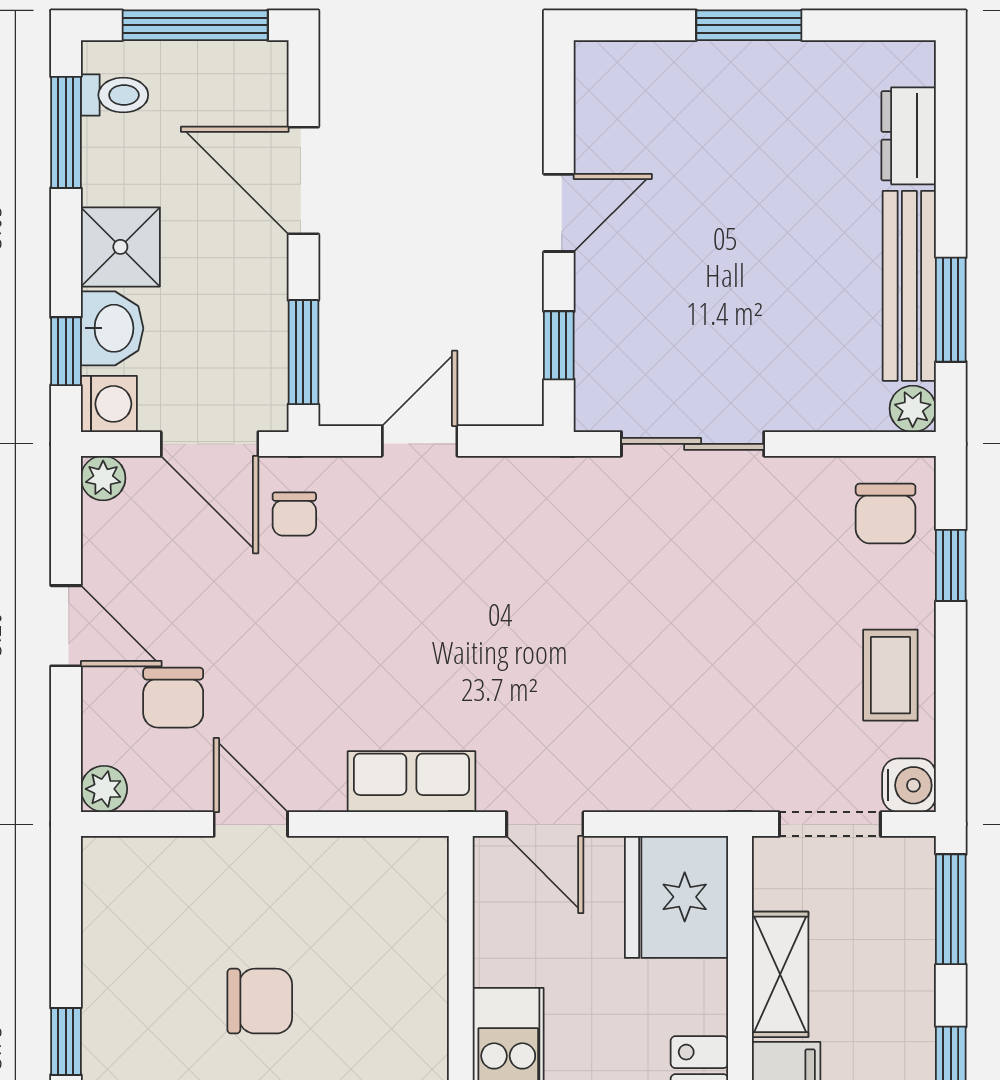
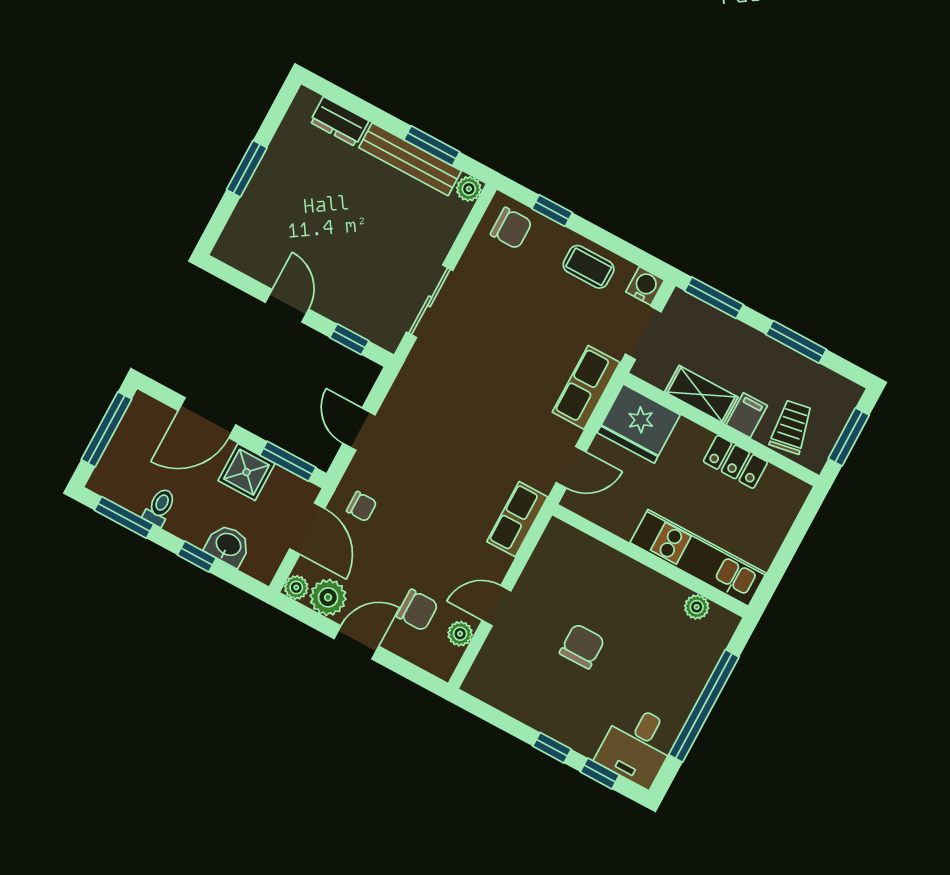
toilet: (114, 95) -> (160, 507), moved
shower: (120, 247) -> (247, 472), moved
window: (66, 351) -> (197, 556), moved
washing machine: (109, 404) -> (263, 566), removed
door: (210, 444) -> (307, 529), hinge flipped
plant: (115, 539) -> (328, 597), added
row of seats: (690, 778) -> (586, 387), added
plant: (104, 789) -> (460, 634), moved

